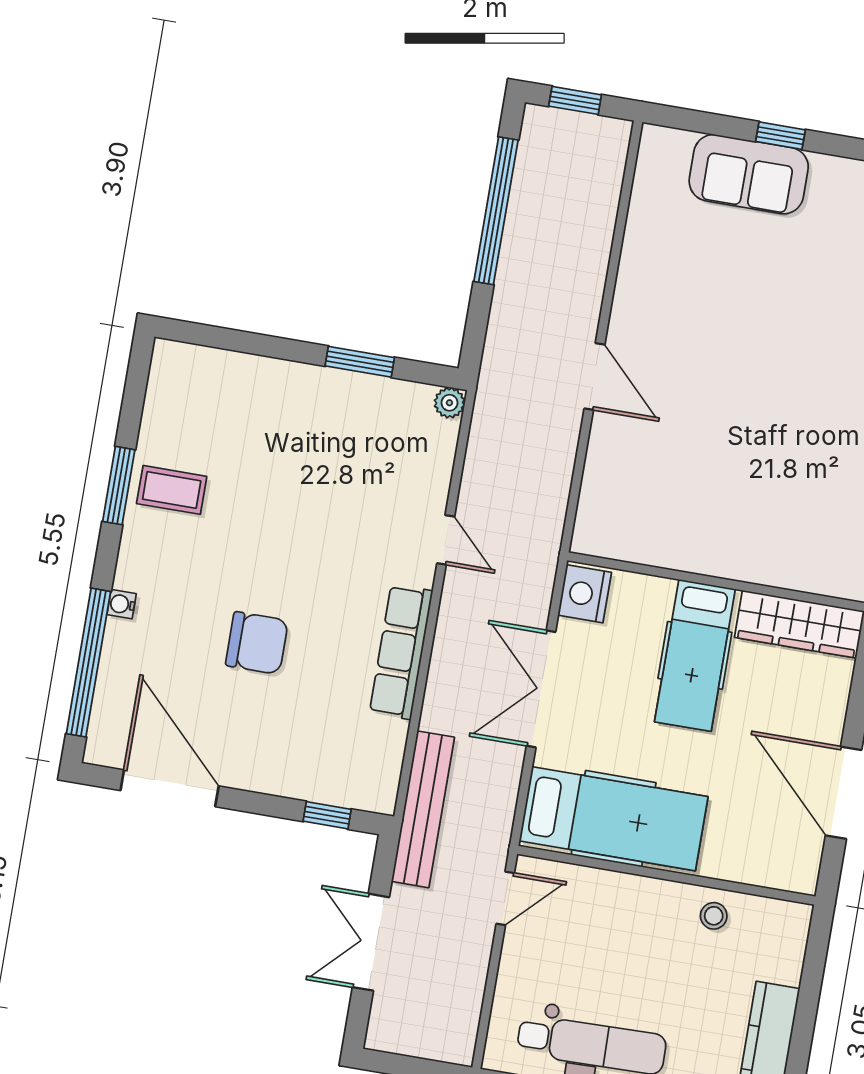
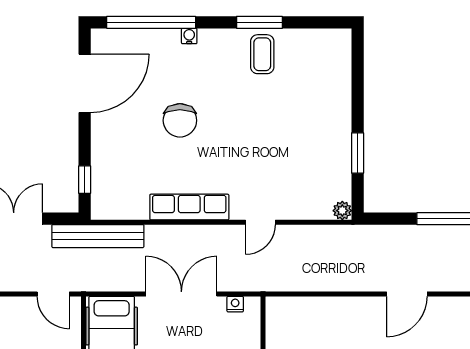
door: (594, 377) -> (407, 294), moved
nightstand: (585, 594) -> (235, 304), width x0.53, depth x0.56

